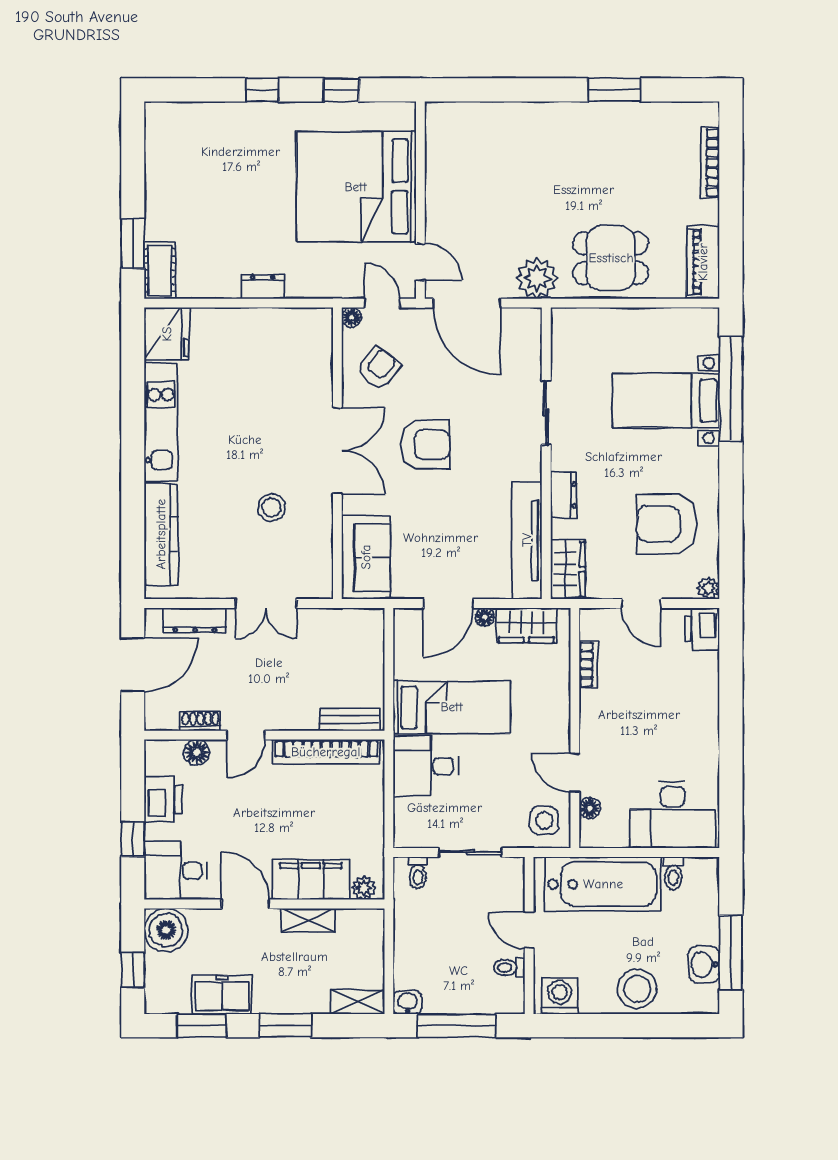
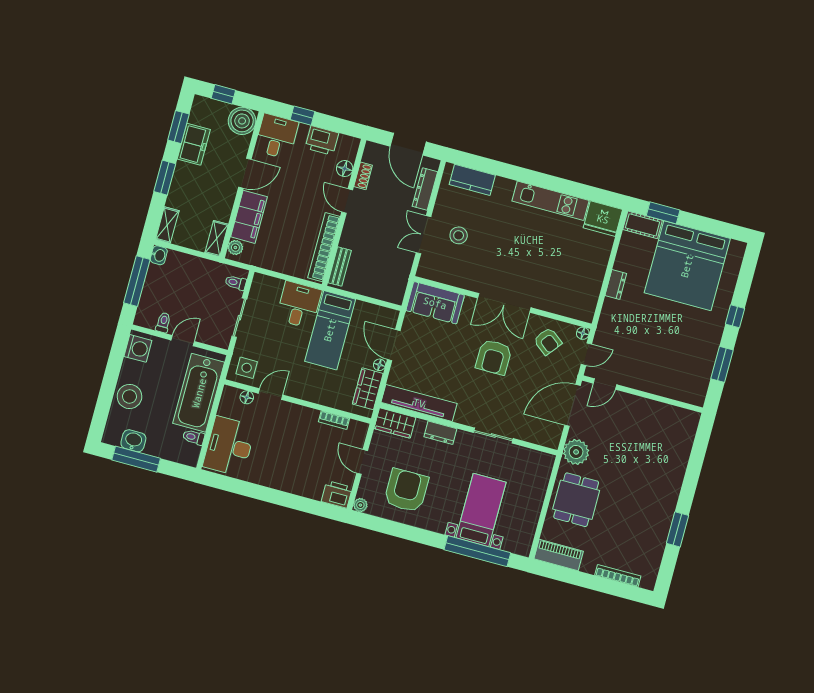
window: (342, 90) -> (722, 364), width x1.50
bed: (356, 187) -> (687, 266), moved, turned 180
stool: (272, 507) -> (459, 235), moved
kitchen counter: (161, 534) -> (472, 180), width x0.67
door: (641, 604) -> (362, 462), hinge flipped
shelving: (308, 920) -> (217, 239), moved

